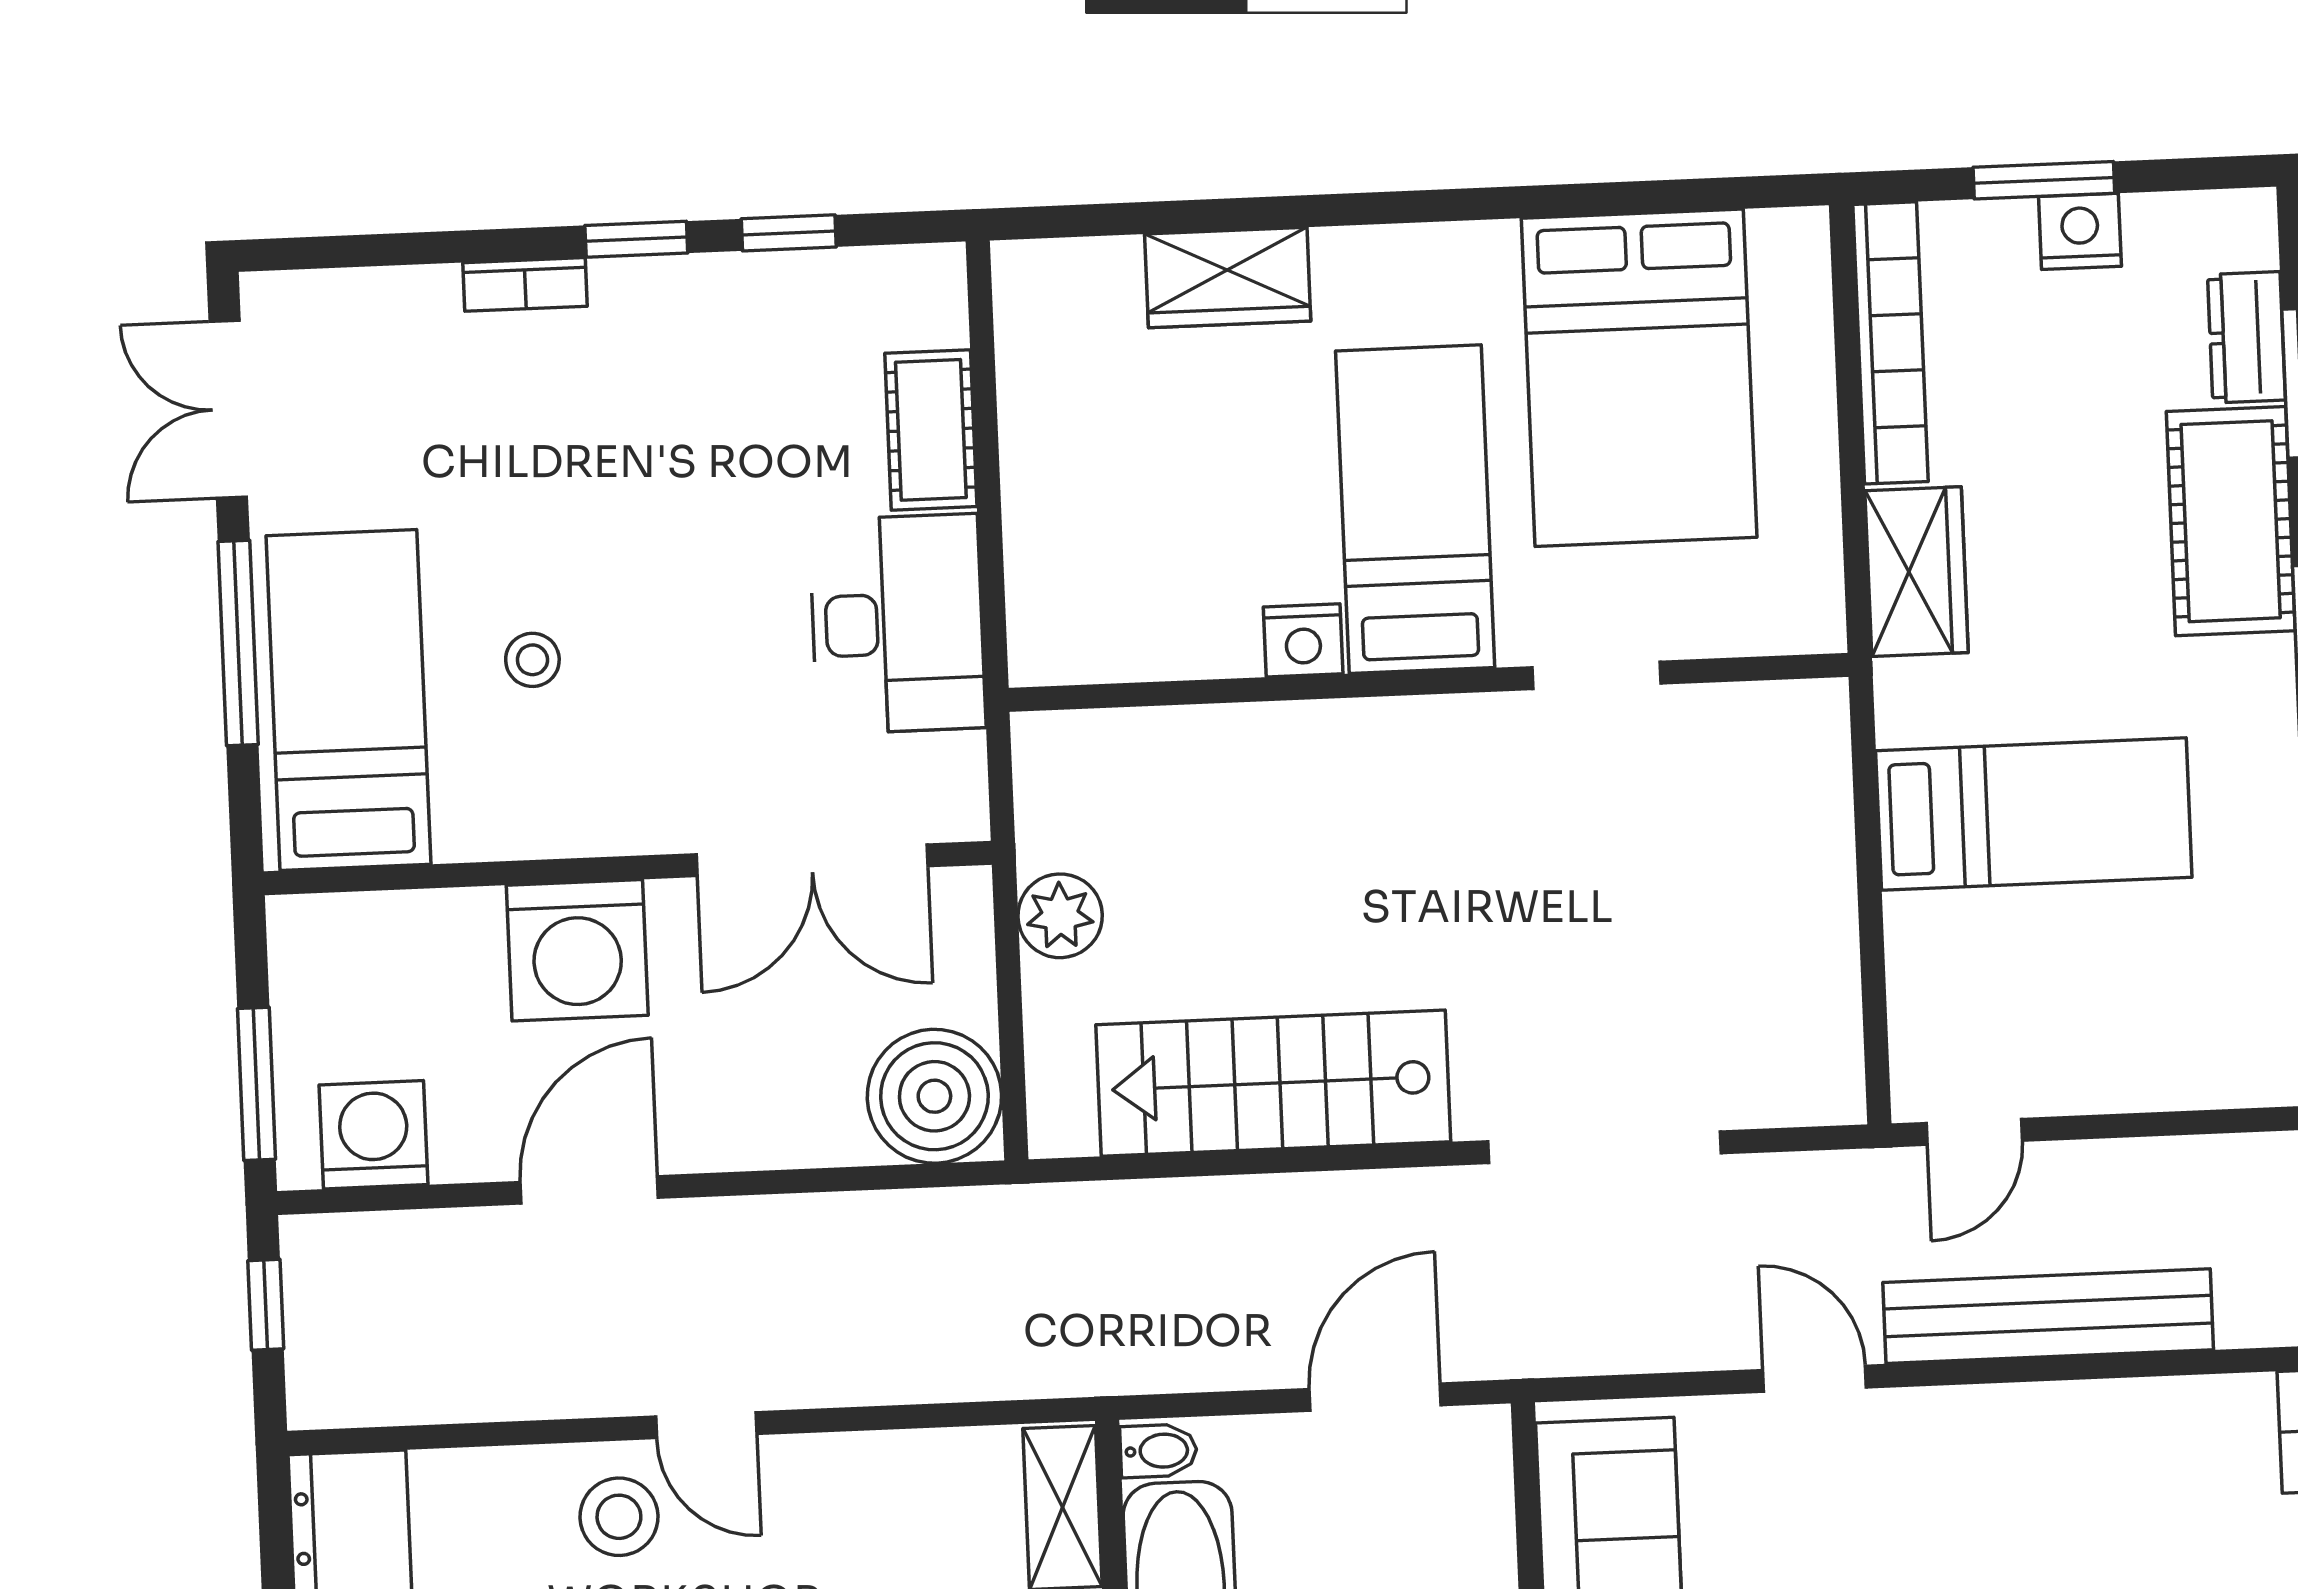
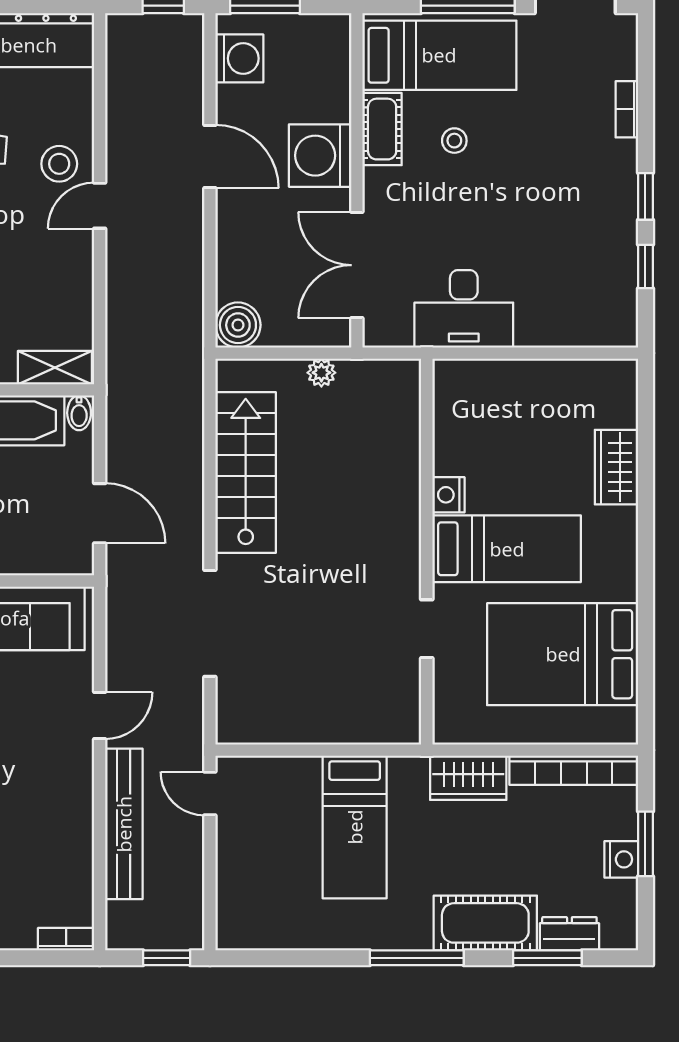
bookcase: (525, 284) -> (627, 109), moved
cot: (931, 430) -> (382, 129), moved, turned 90
plant: (1060, 916) -> (321, 373), width x0.73, depth x0.73
boiler: (934, 1096) -> (238, 325), width x0.73, depth x0.73

